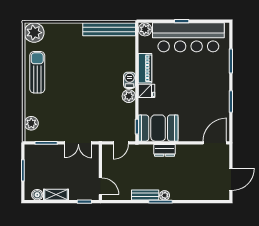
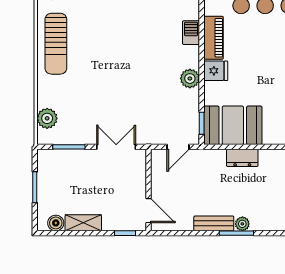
sun lounger: (37, 72) -> (56, 44), turned 180
barbecue: (130, 80) -> (191, 33), moved
double door: (78, 143) -> (116, 147), swing flipped

